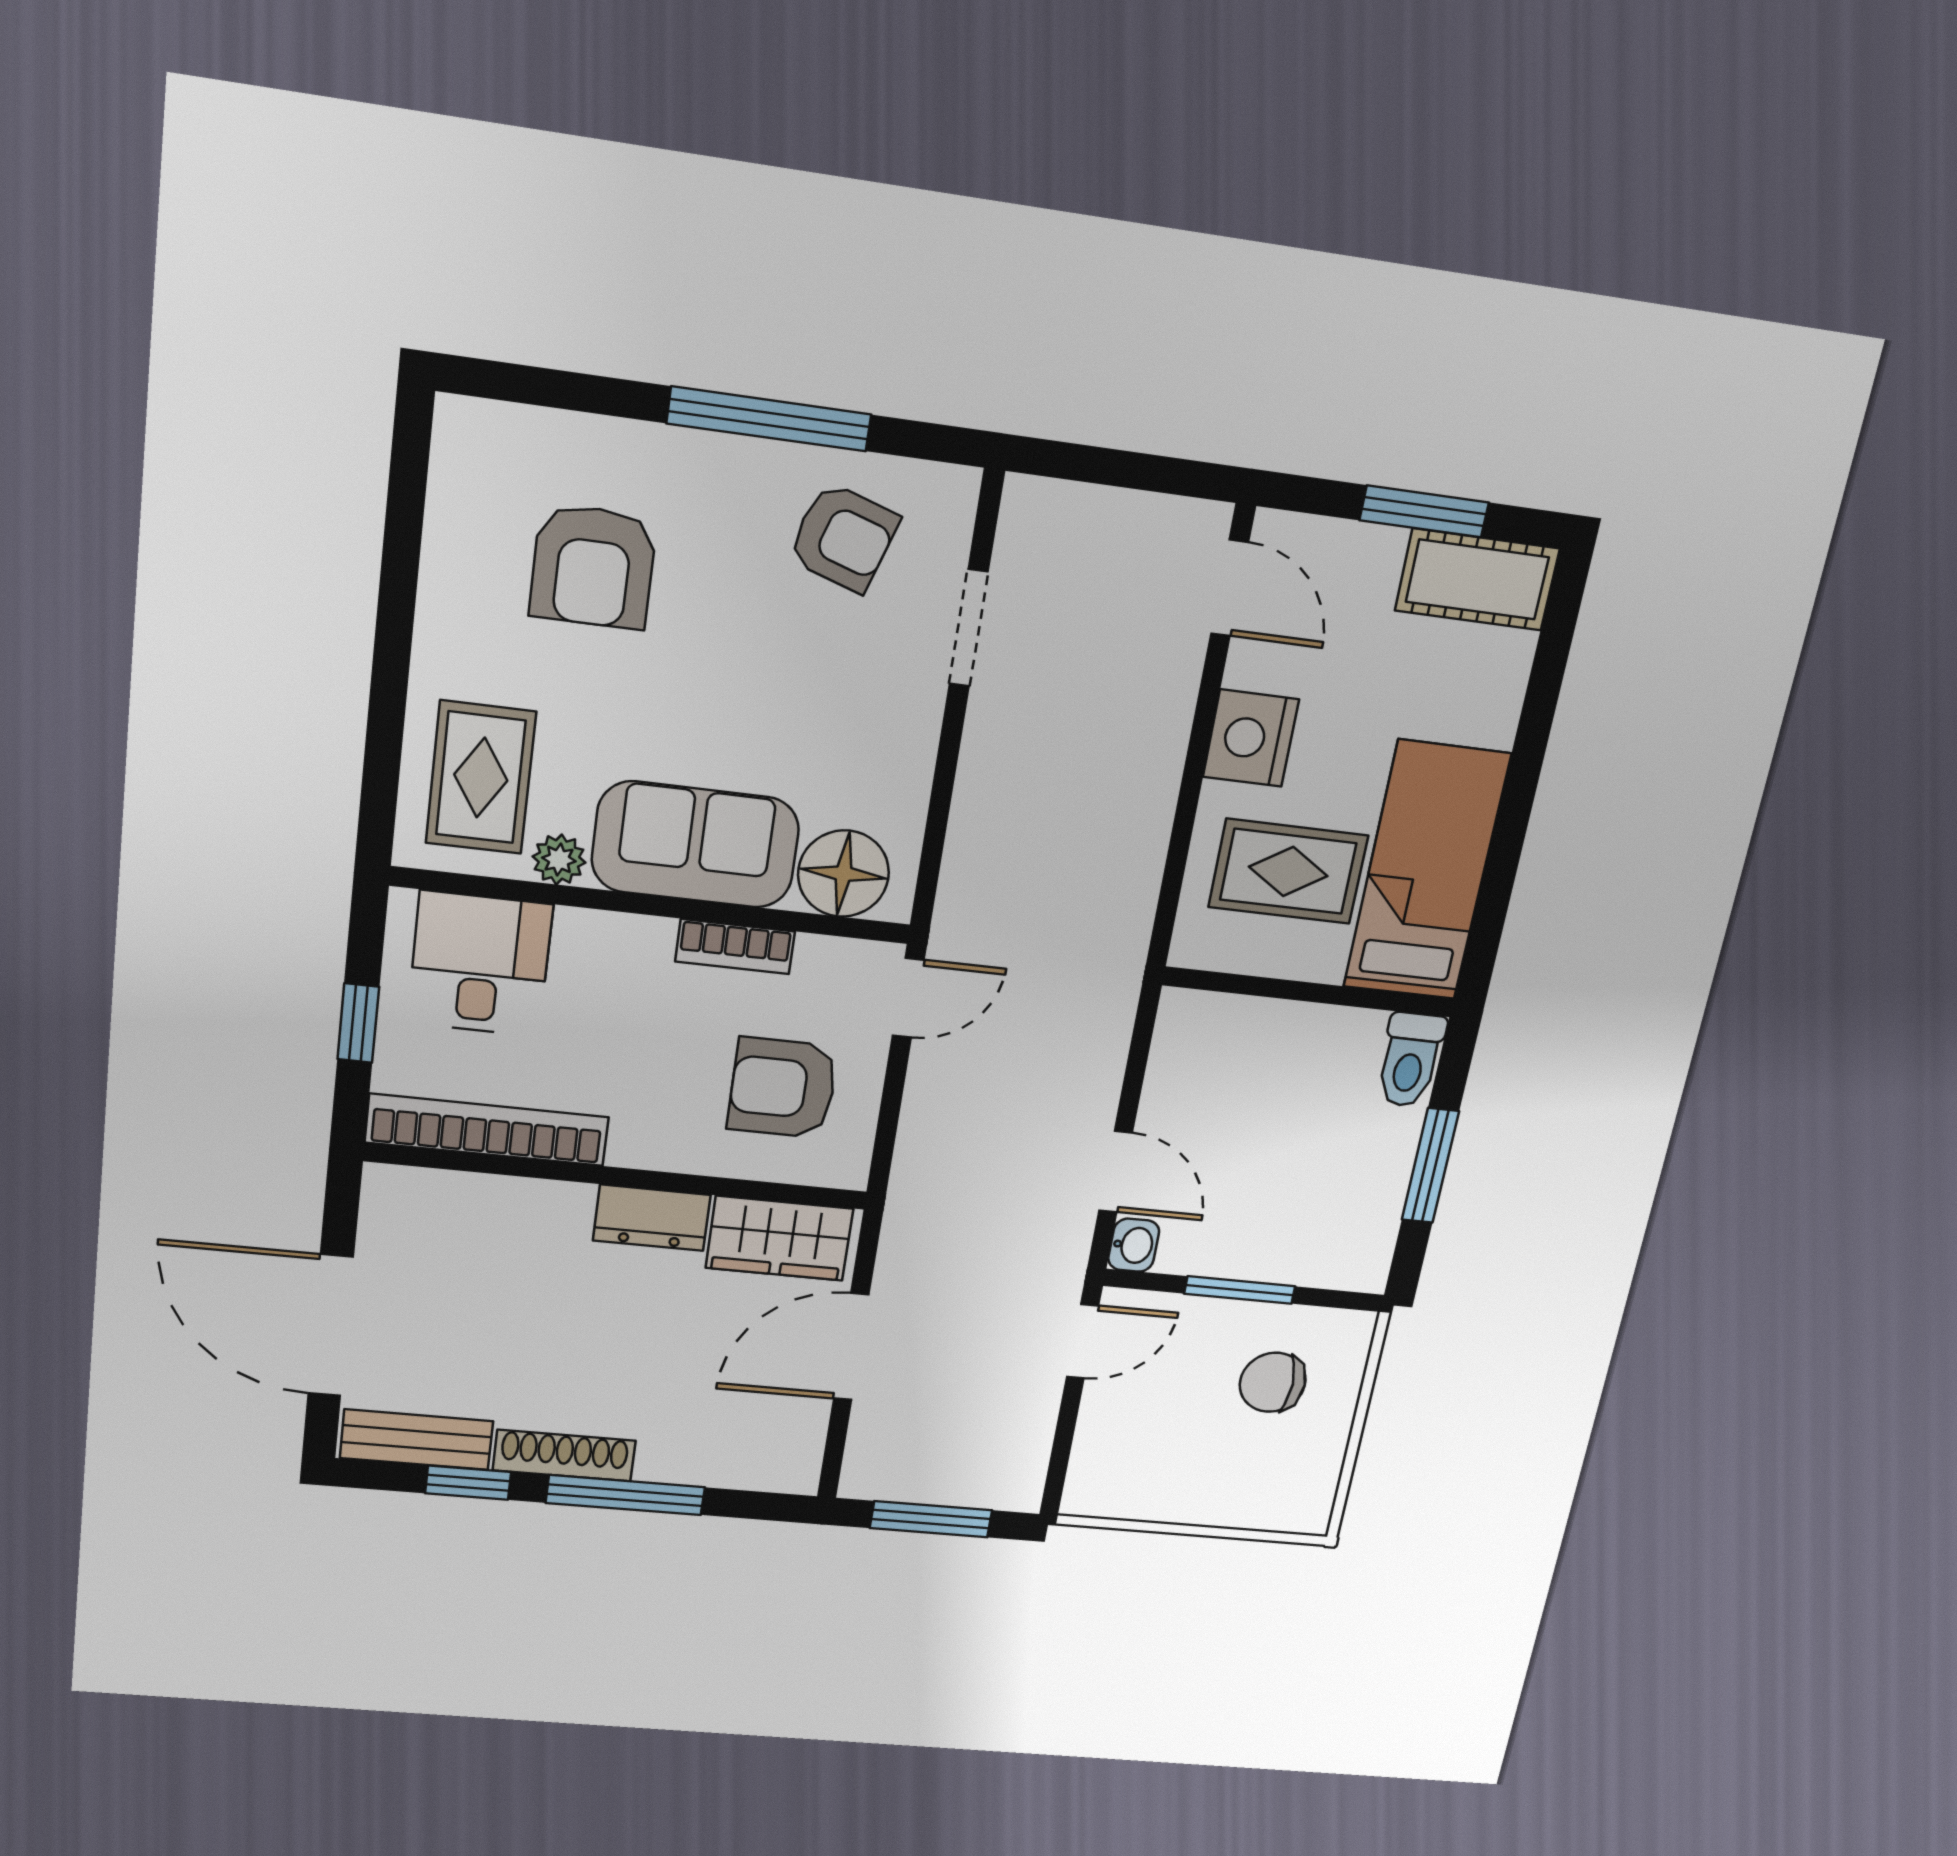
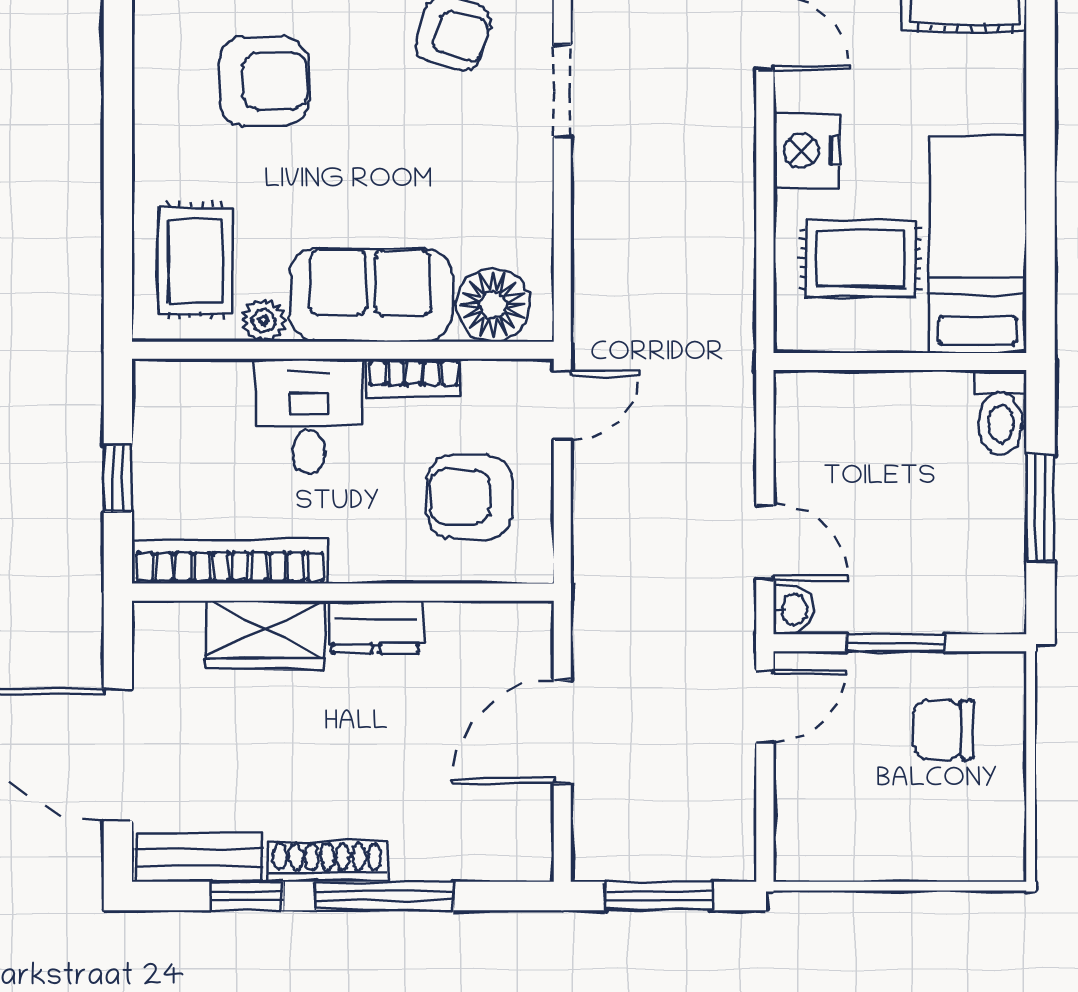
armchair: (593, 566) -> (264, 81), turned -91
desk: (480, 964) -> (309, 416), moved
wardrobe: (779, 1238) -> (265, 635), moved

